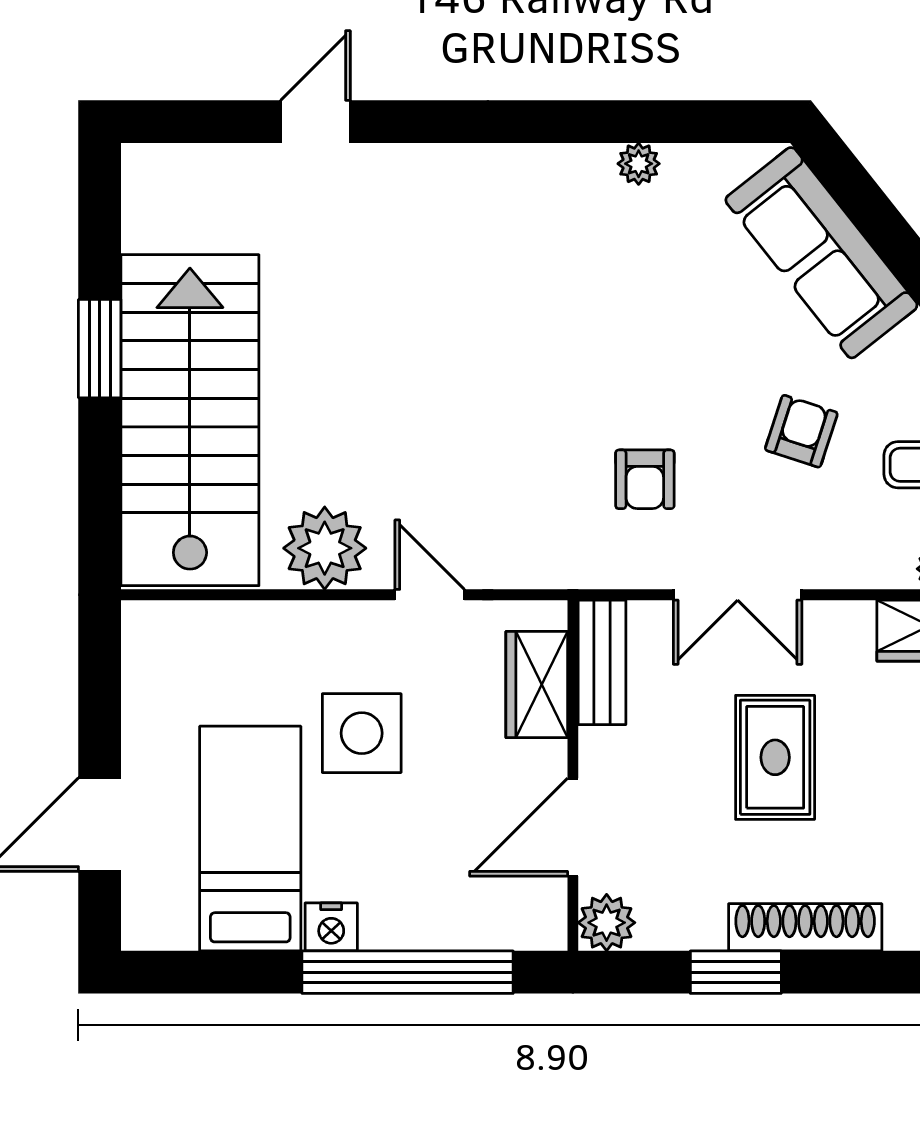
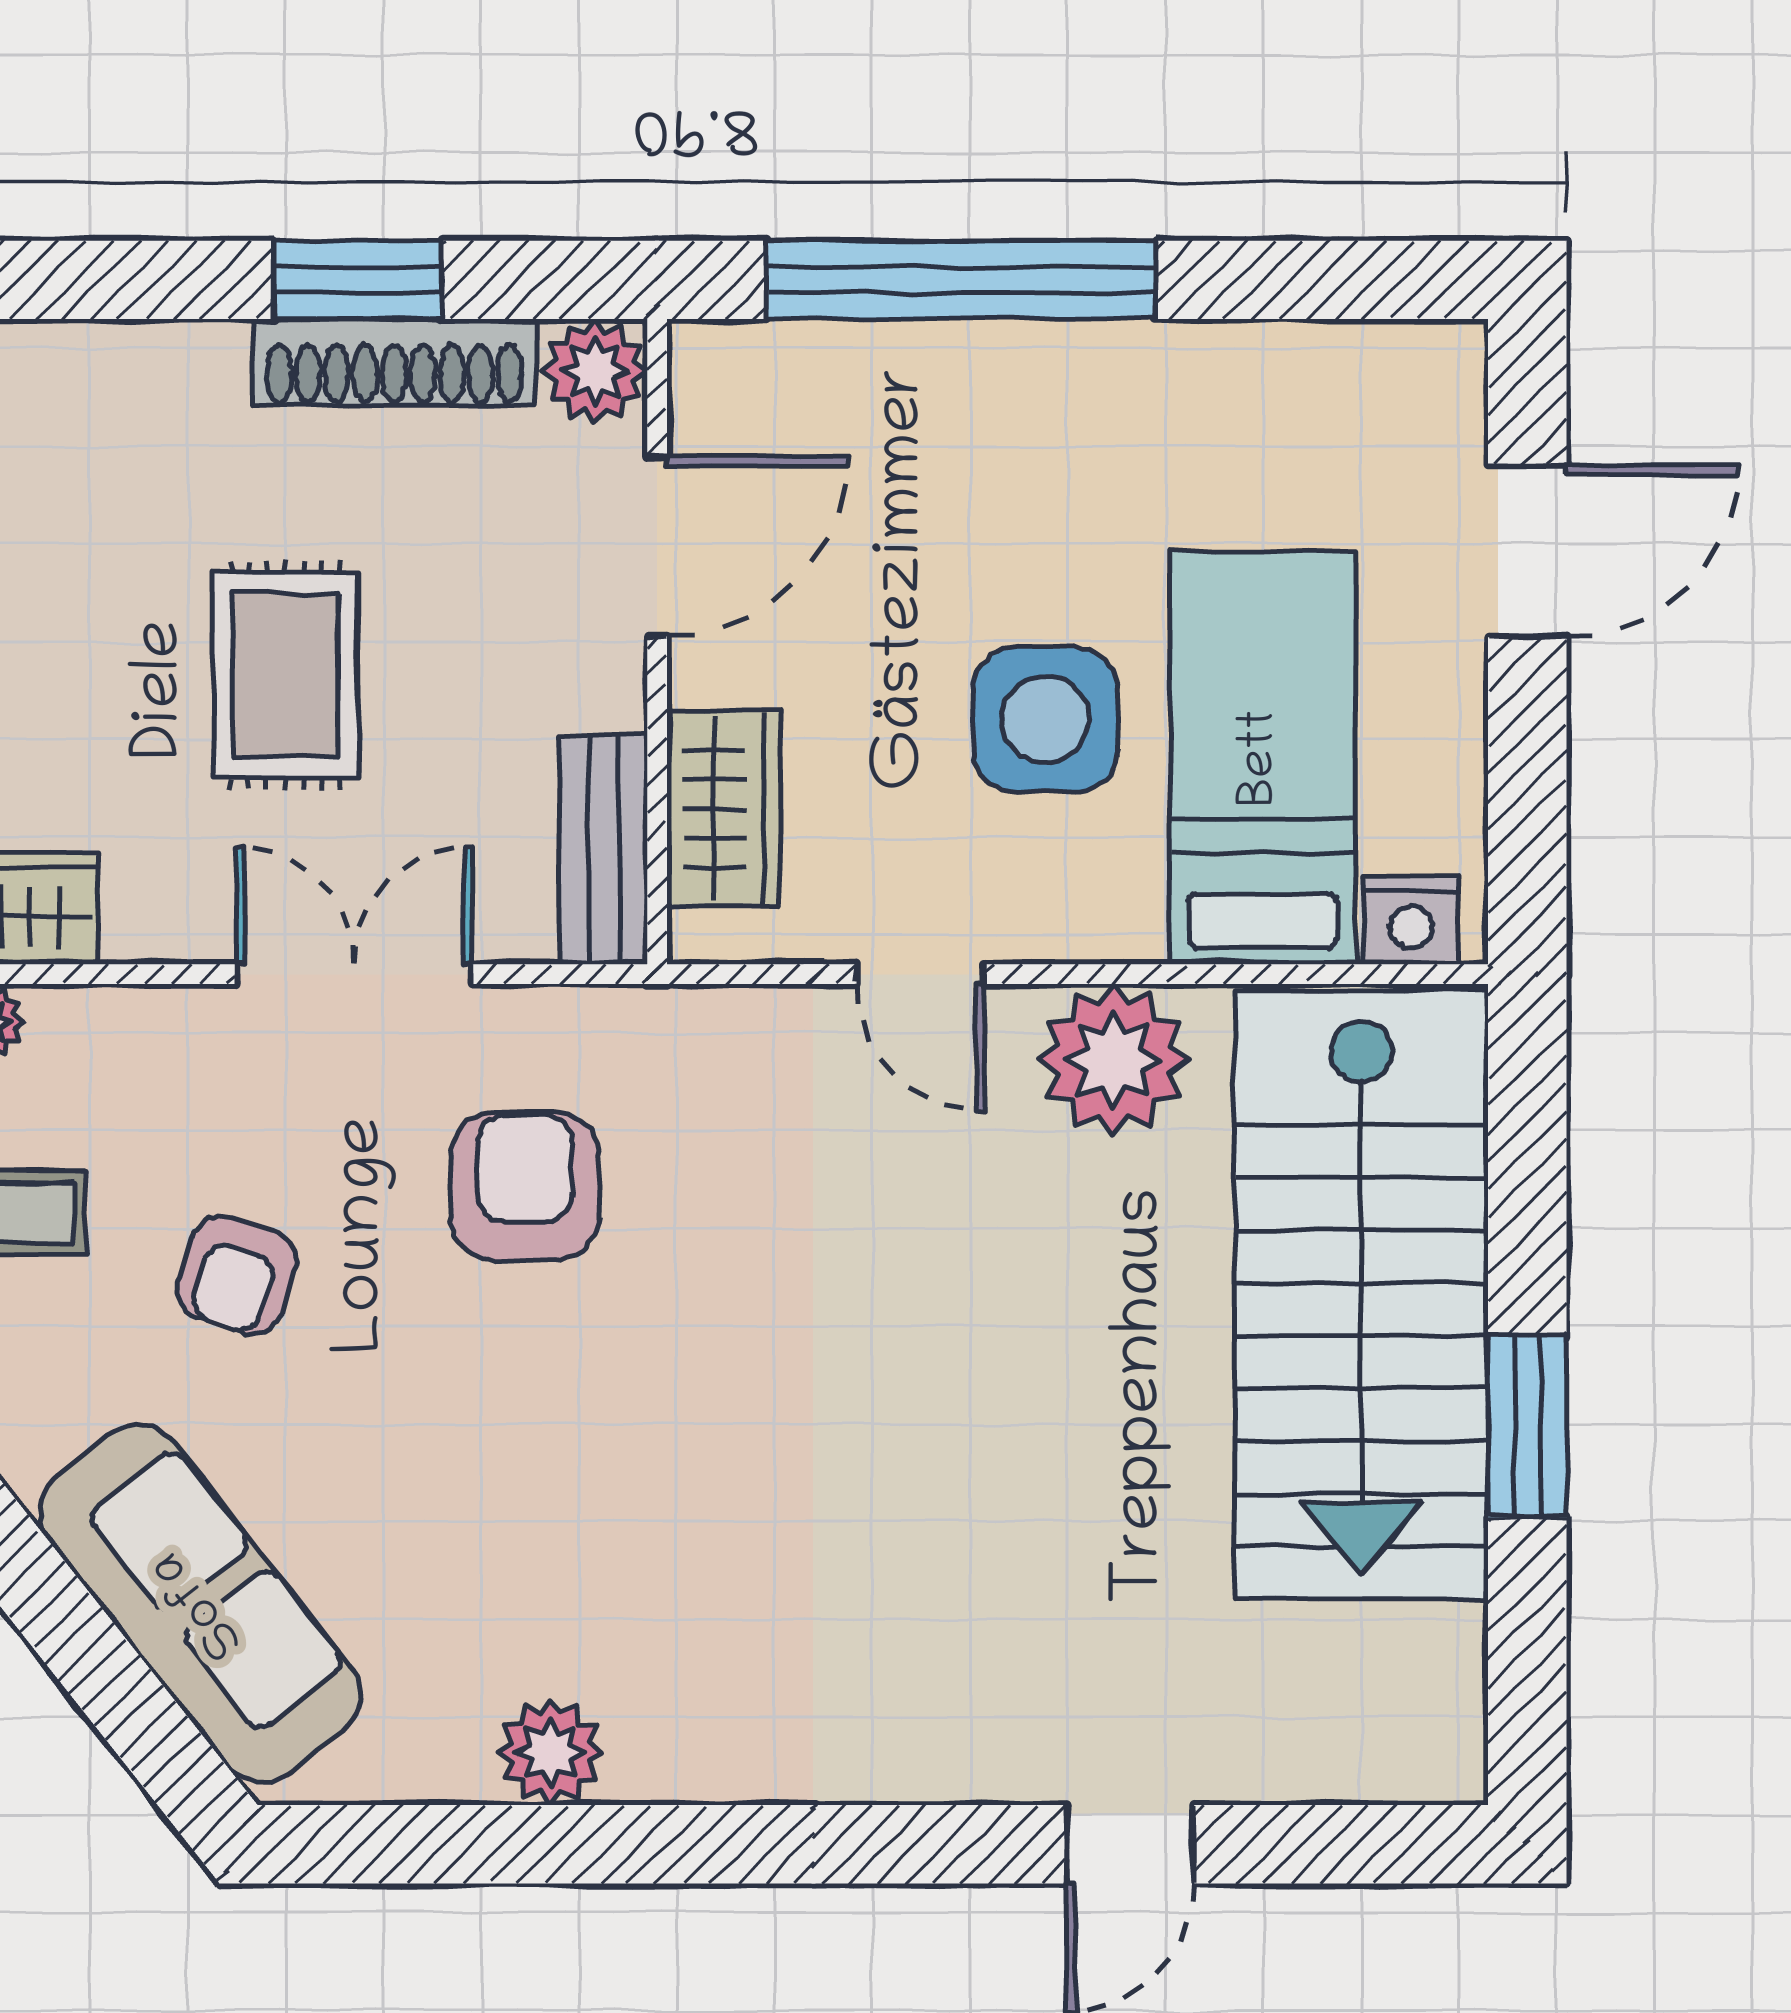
plant: (639, 164) -> (551, 1752), width x1.38, depth x1.38
armchair: (645, 479) -> (525, 1186), width x1.38, depth x1.38
bed: (250, 839) -> (1262, 758), moved, turned 180
nightstand: (331, 927) -> (1411, 920), moved, turned 180
shoe rack: (805, 927) -> (394, 363), moved

